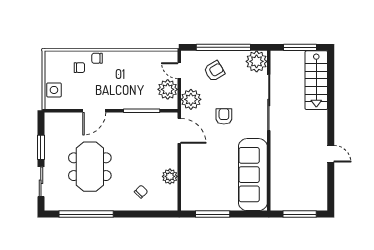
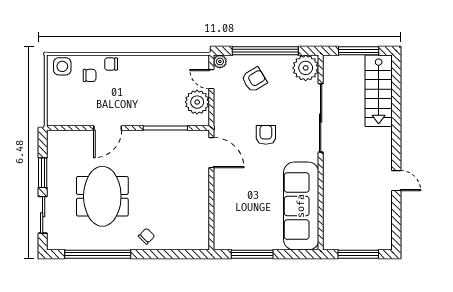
side table: (54, 90) -> (62, 66), moved
plant: (191, 99) -> (220, 61), moved, width x0.53, depth x0.53
plant: (170, 176) -> (200, 208), removed
chair: (141, 192) -> (147, 236), moved

